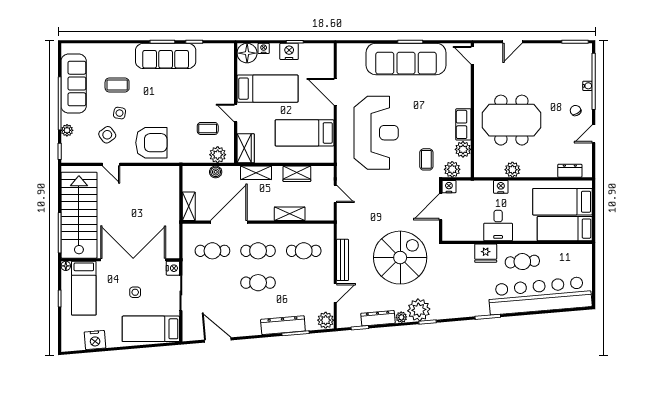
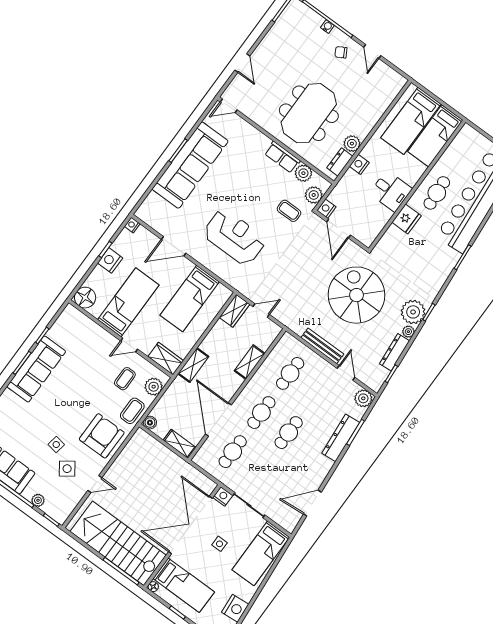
nightstand: (264, 48) -> (132, 225), moved
coffee table: (117, 85) -> (132, 411), moved
reception desk: (376, 133) -> (234, 237), width x0.74, depth x0.77
dresser: (570, 171) -> (340, 162), moved
boiler: (216, 172) -> (150, 423), moved
wardrobe: (297, 174) -> (234, 311), moved

